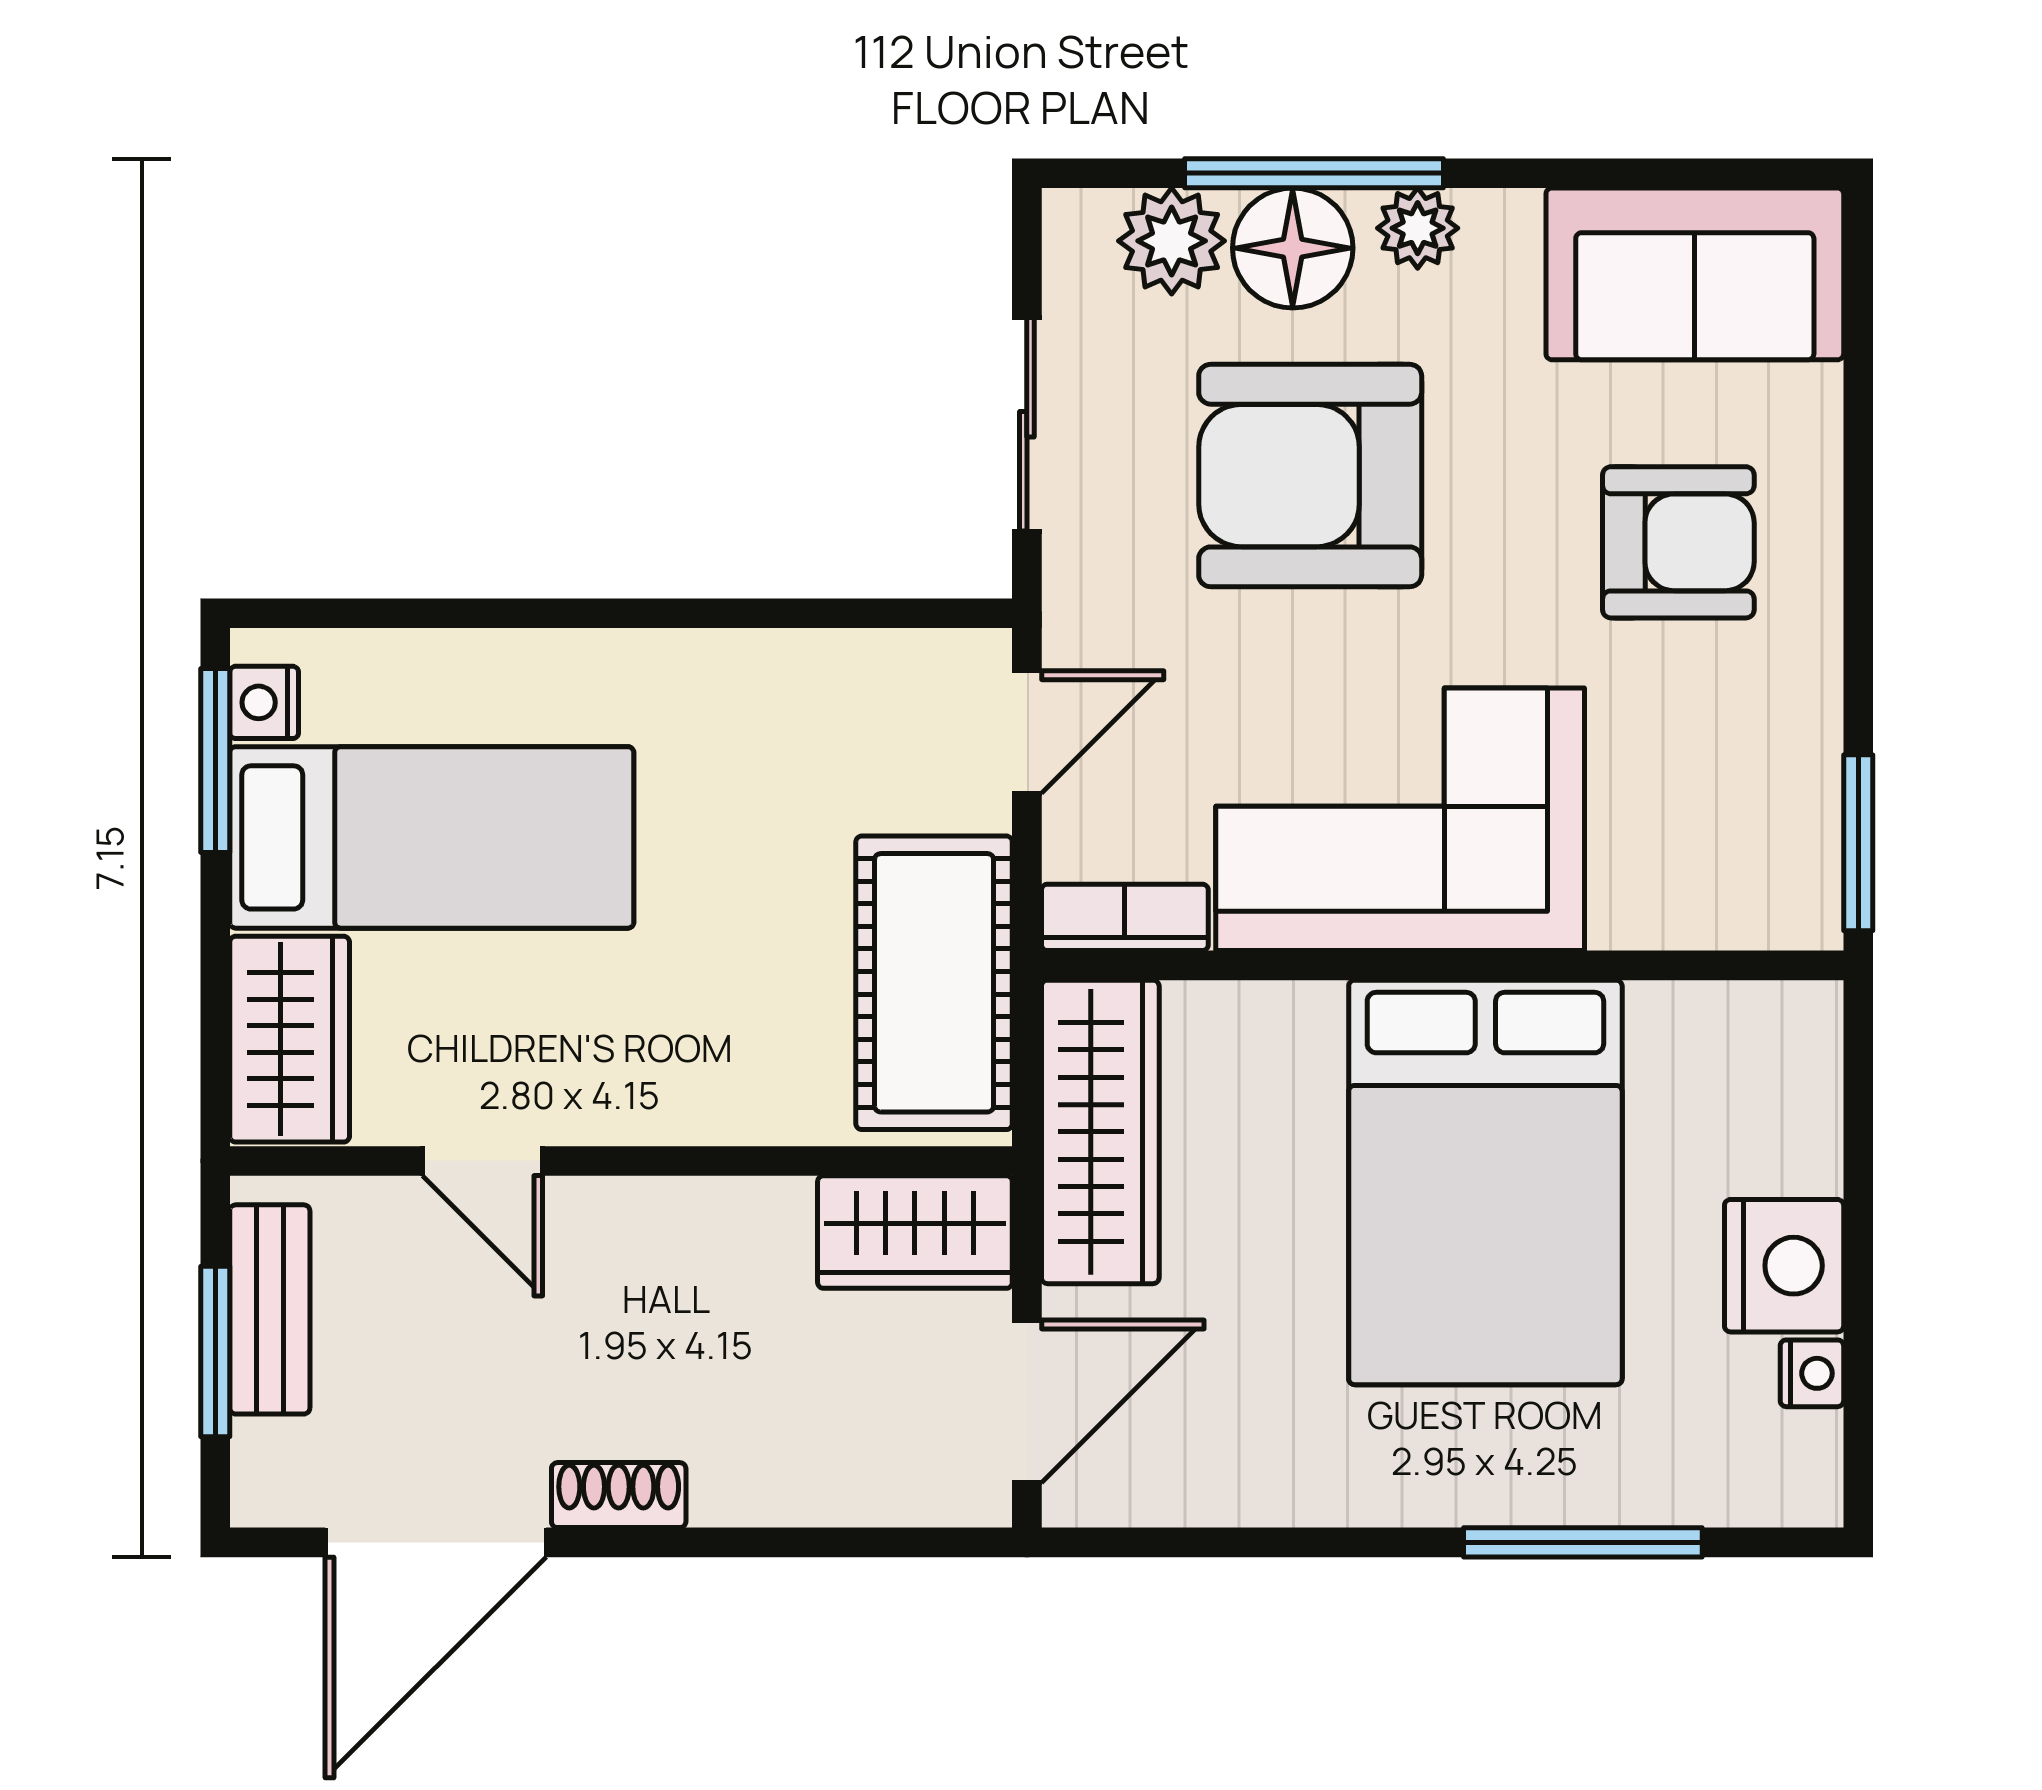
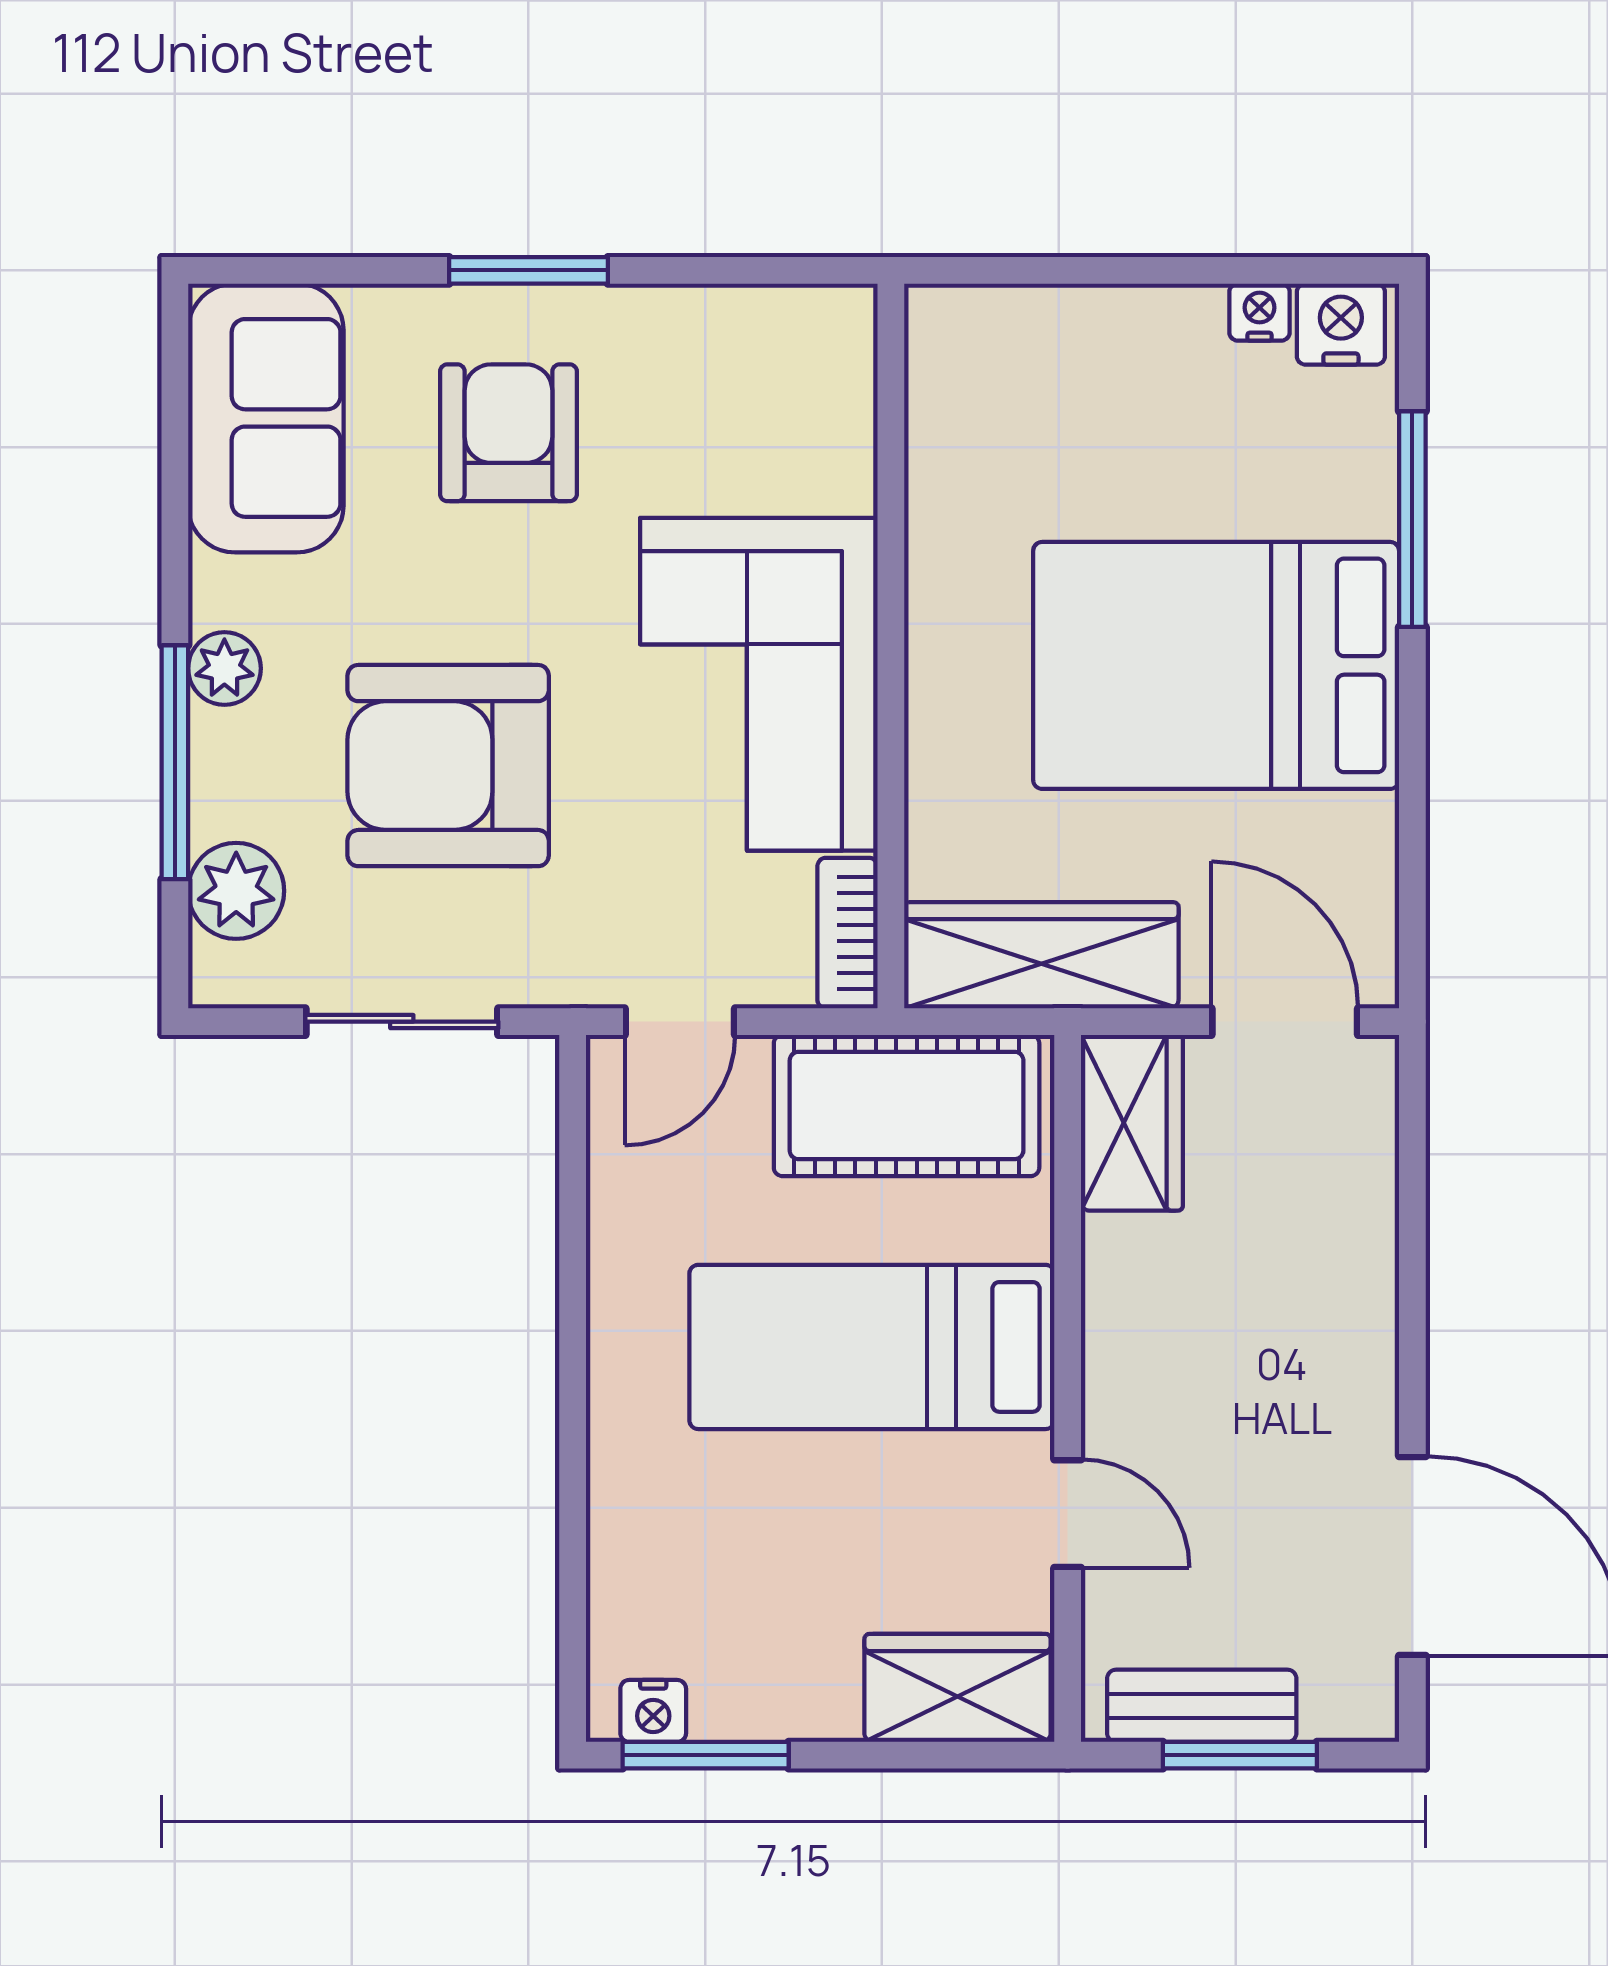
floor lamp: (1293, 248) -> (243, 781), removed
armchair: (1310, 476) -> (448, 766), turned 90
door: (1027, 732) -> (680, 1022), swing flipped
bed: (432, 837) -> (872, 1347), moved, turned -90
window: (1858, 843) -> (528, 270), moved
door: (482, 1161) -> (1068, 1514), hinge flipped
bed: (1485, 1182) -> (1216, 665), moved, turned 180
nightstand: (1784, 1266) -> (1341, 324), moved, width x0.74, depth x0.75
shoe rack: (619, 1495) -> (1370, 1391), removed

